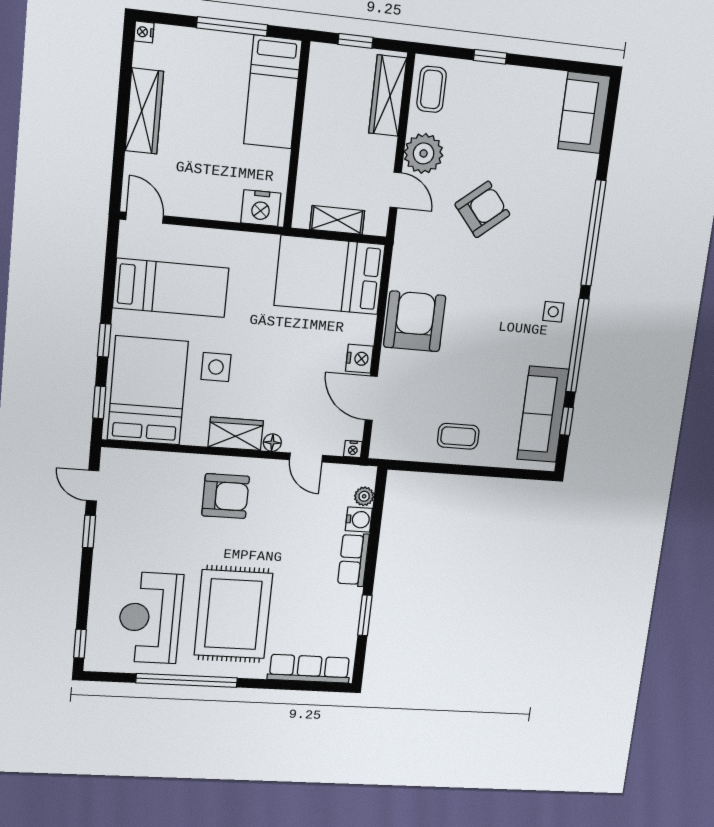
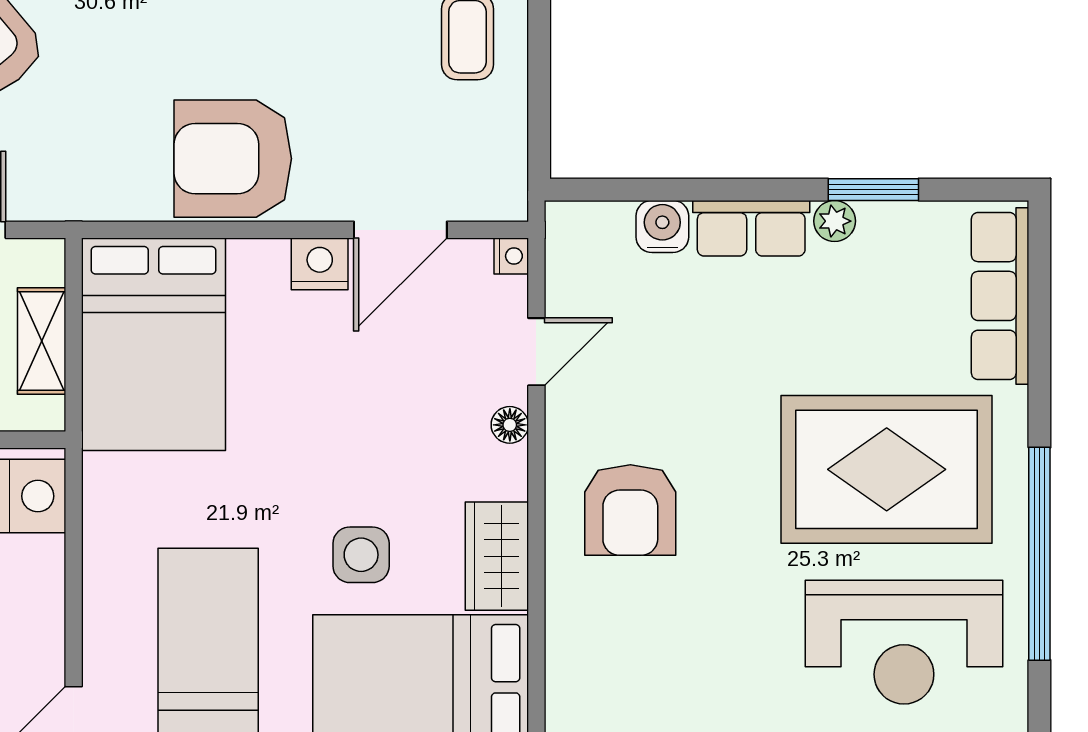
wardrobe: (236, 434) -> (497, 556), moved
armchair: (226, 496) -> (630, 510), turned 180
plant: (364, 496) -> (835, 221), moved

